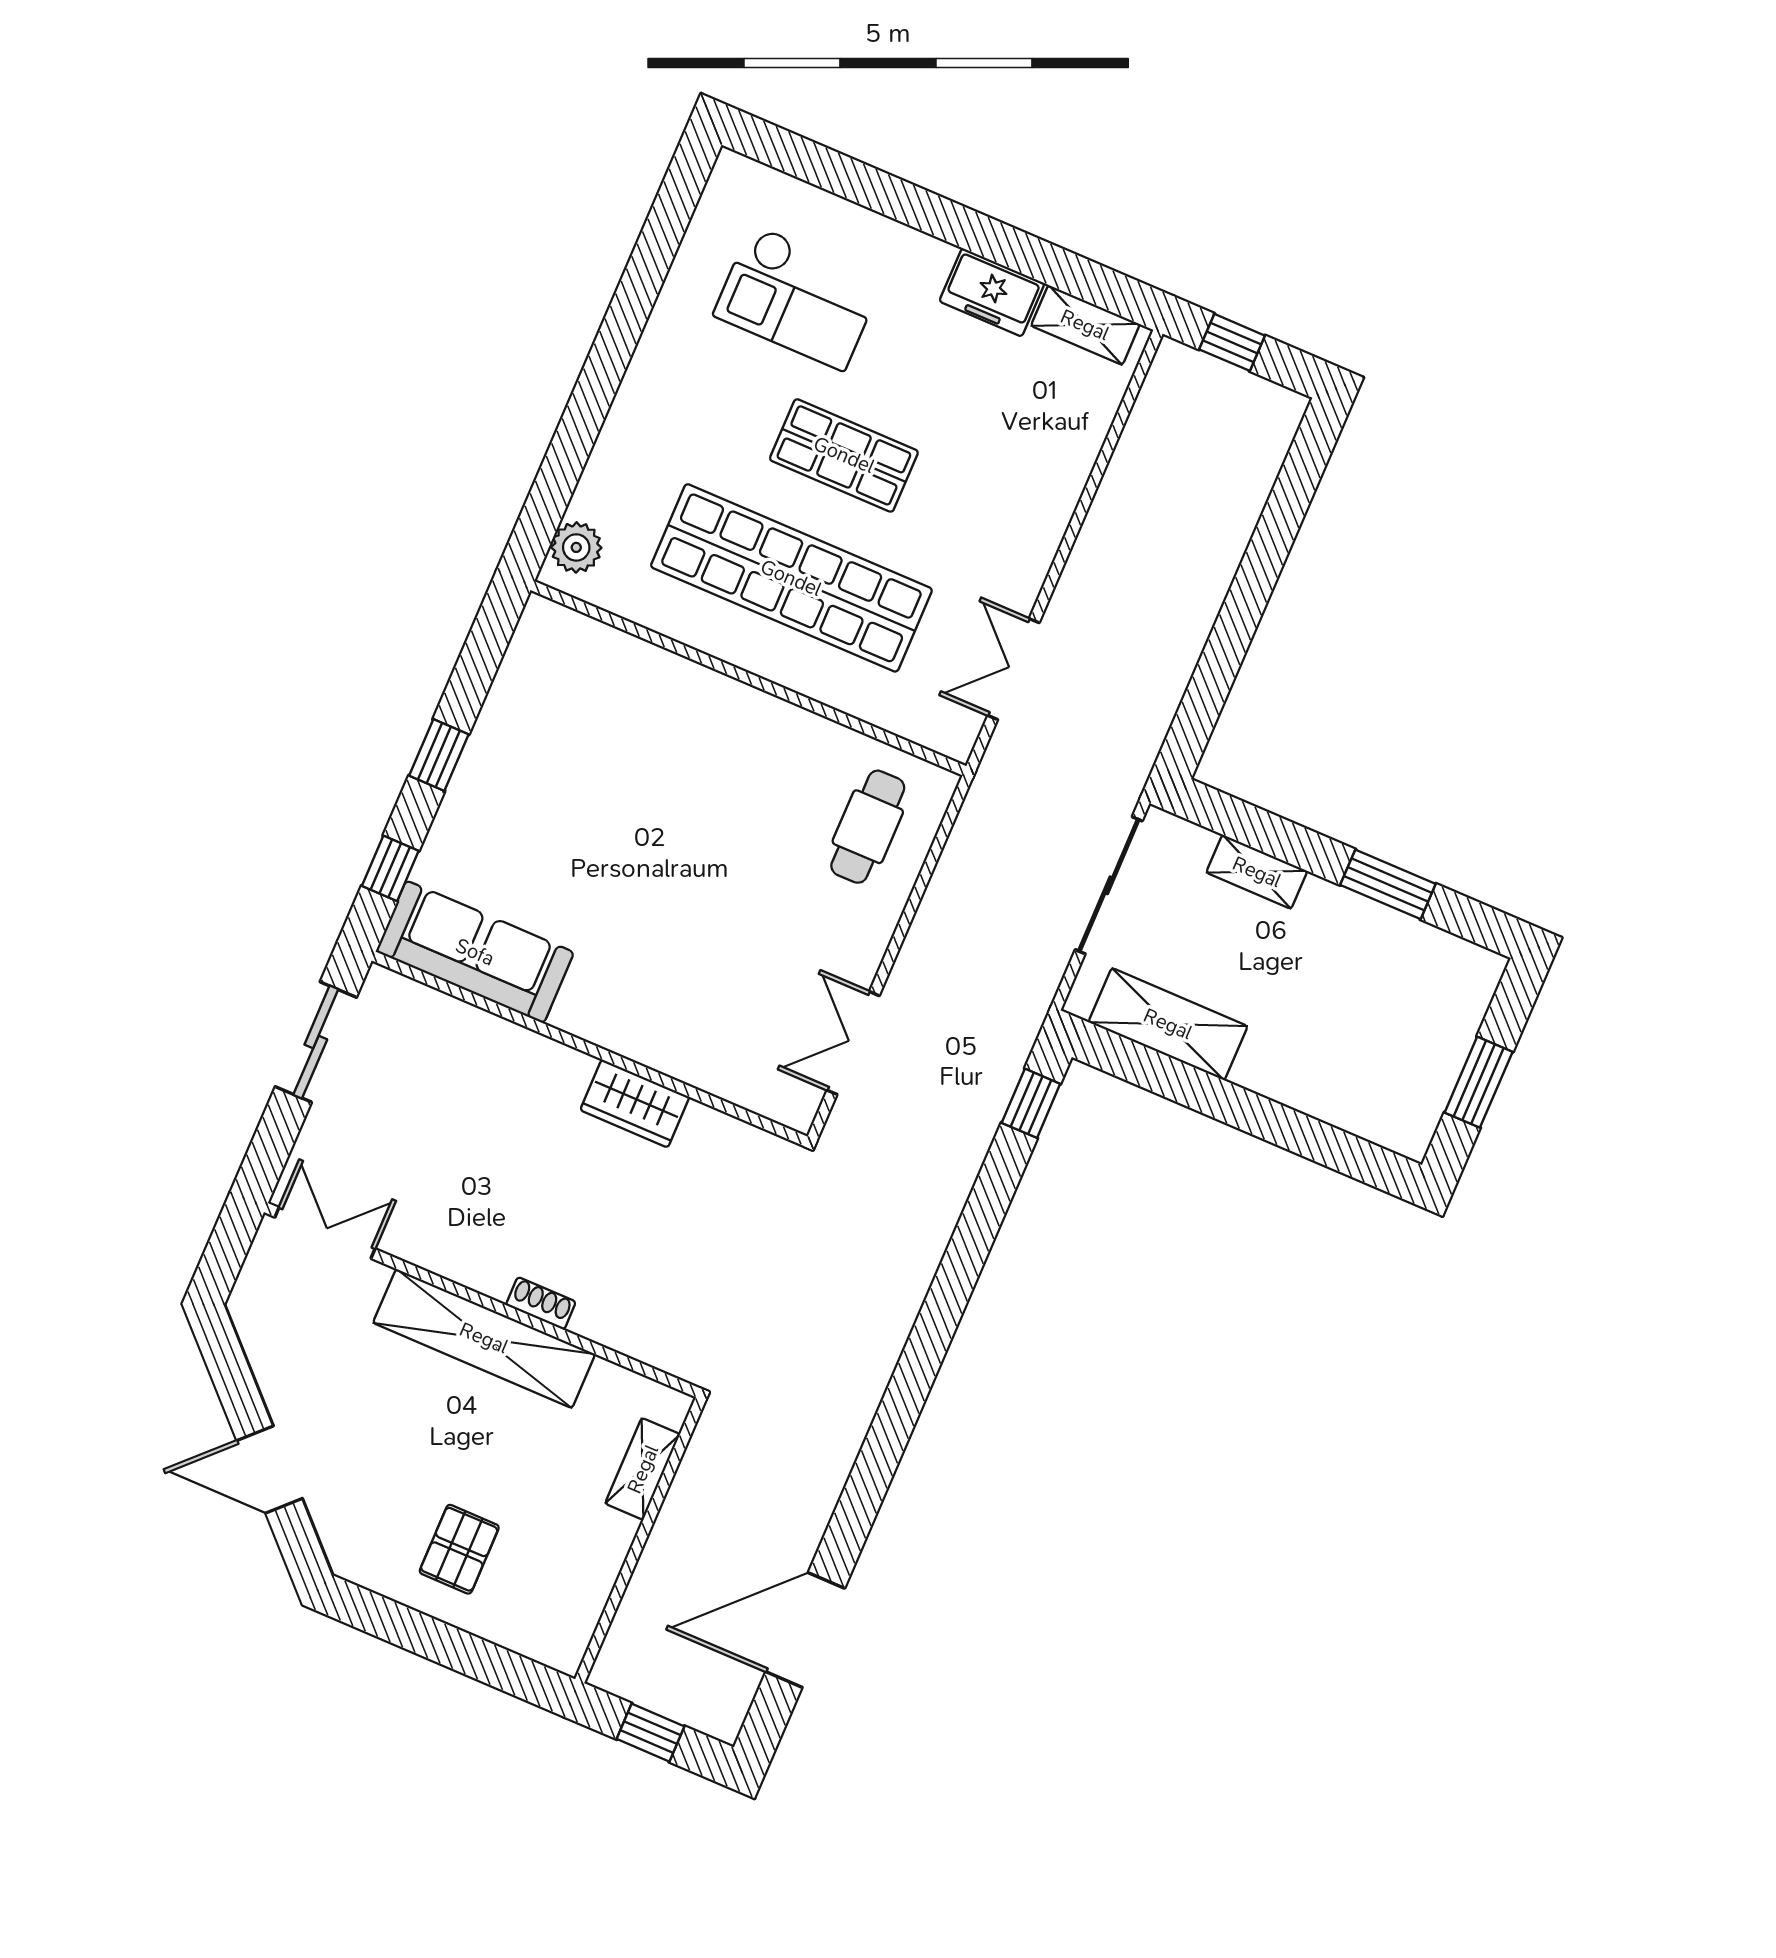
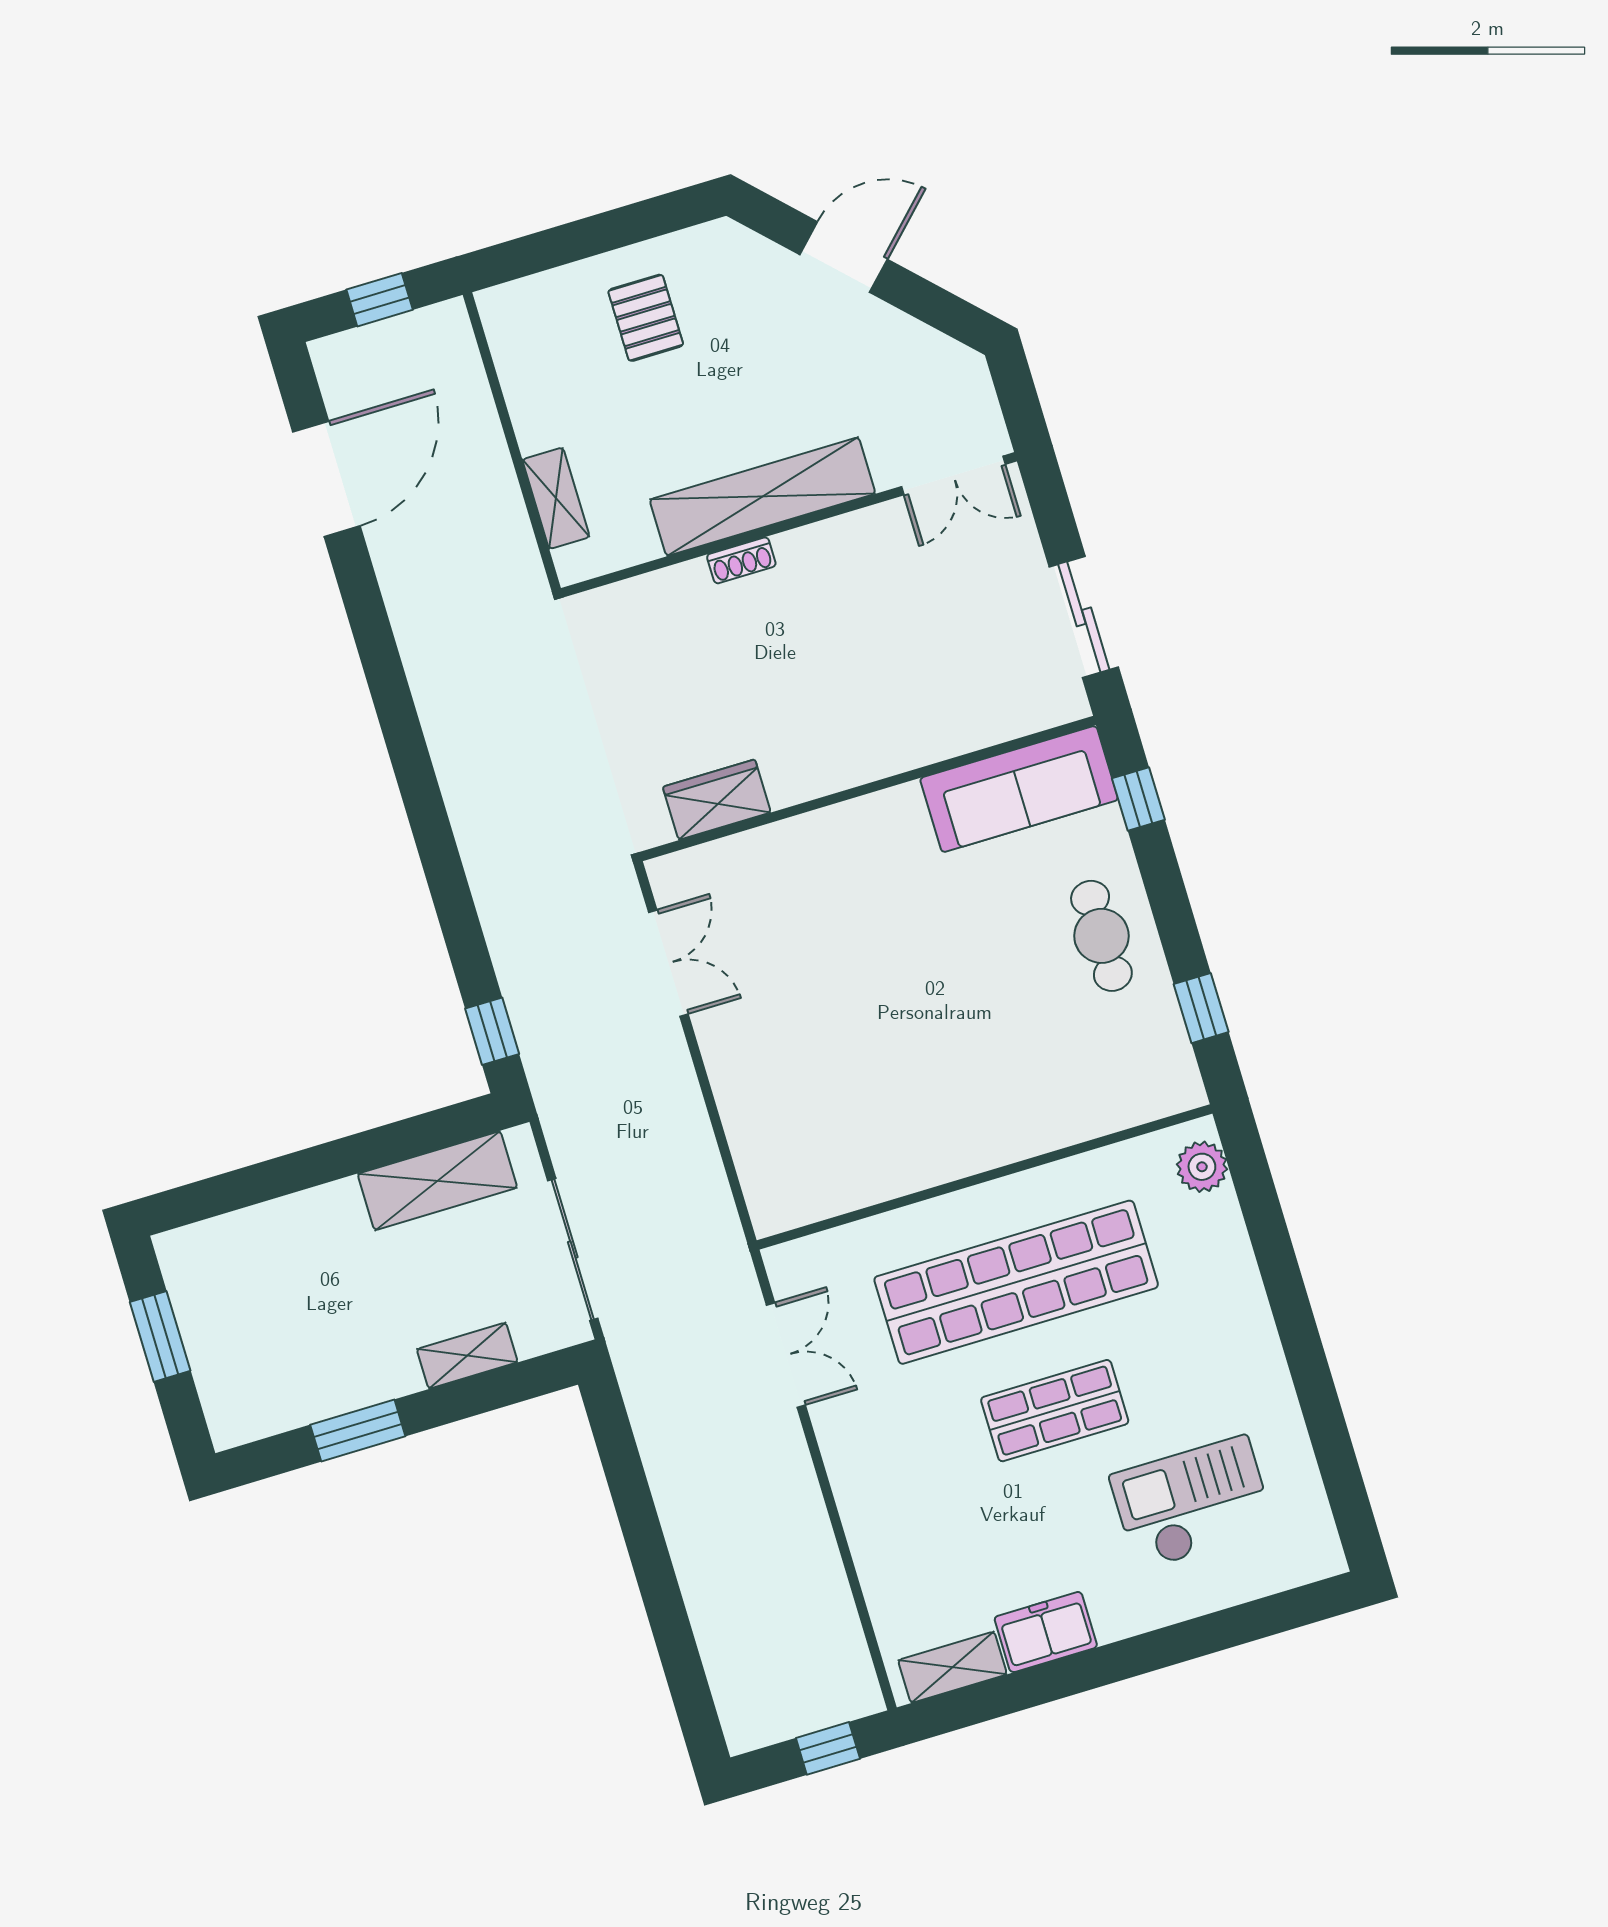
window: (439, 755) -> (1201, 1008), moved
cafe table: (868, 827) -> (1101, 936), moved
wardrobe: (635, 1103) -> (717, 800), moved

